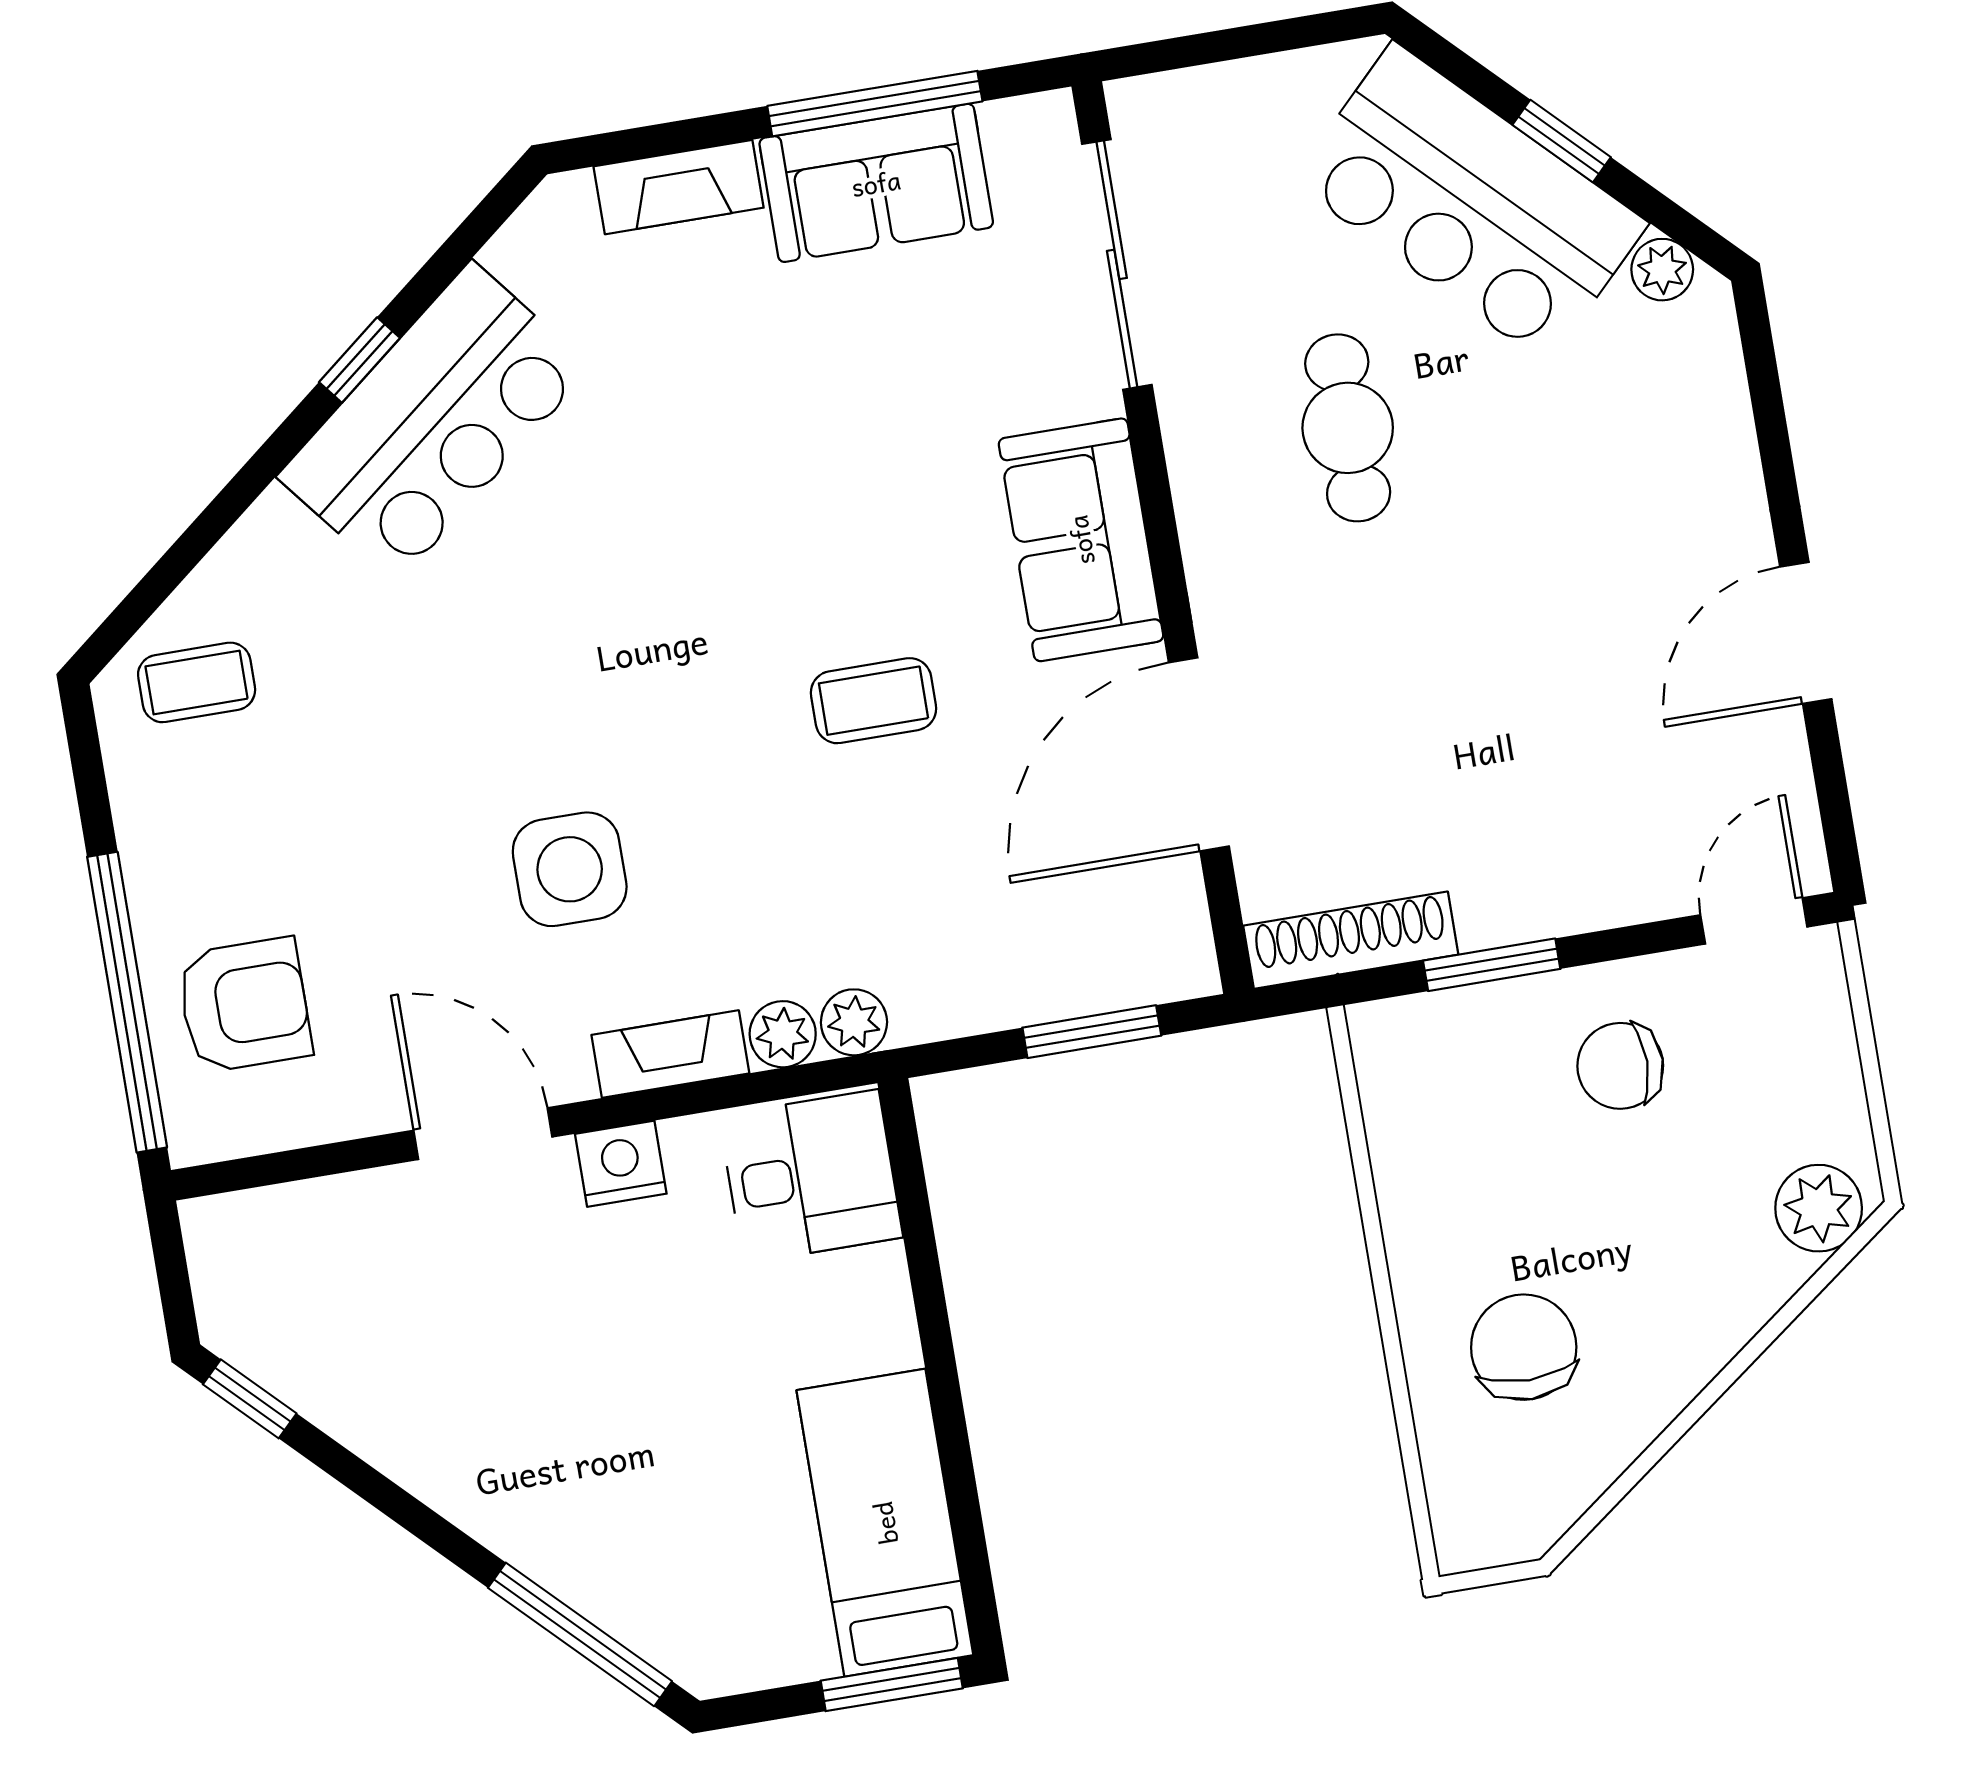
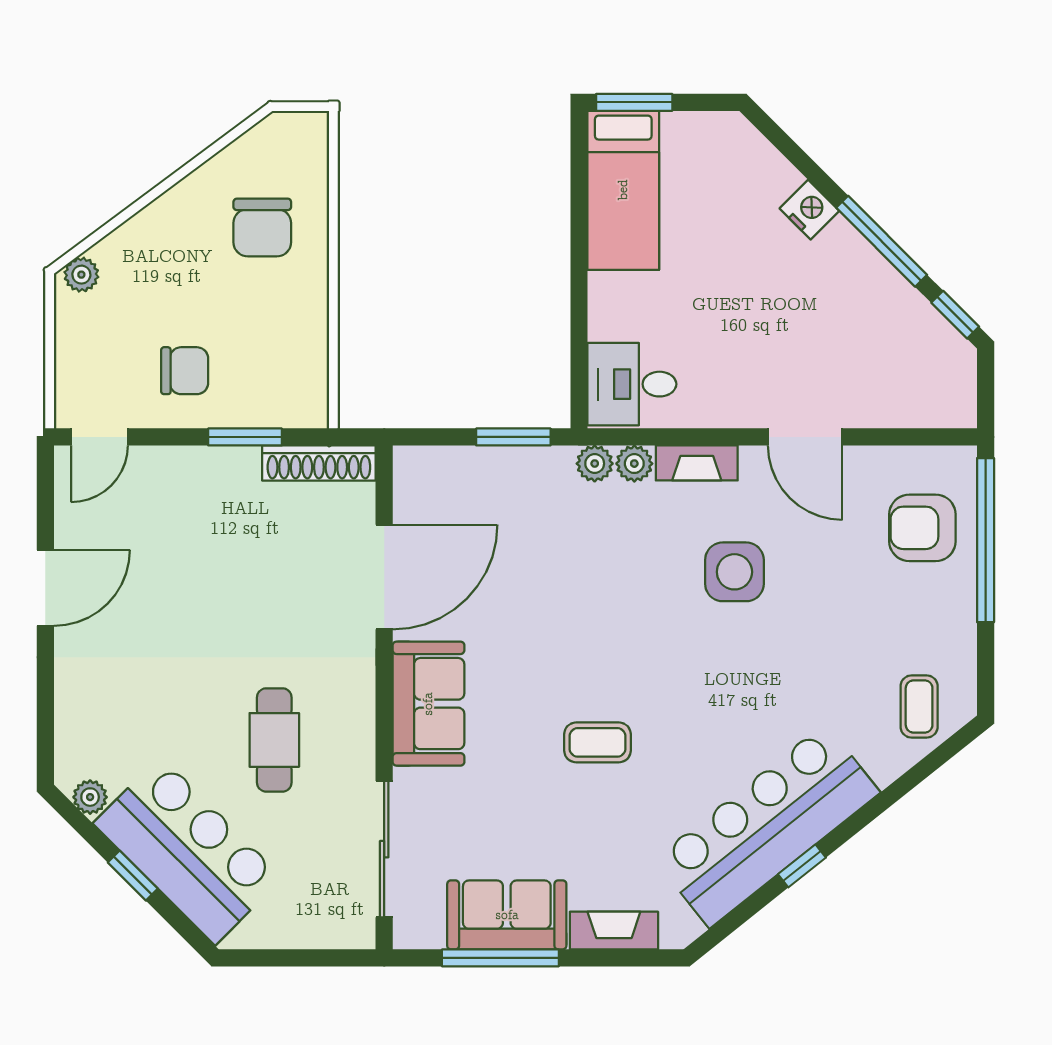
bar counter: (434, 422) -> (767, 826), width x1.36
coffee table: (197, 682) -> (919, 707), turned 90
coffee table: (874, 701) -> (597, 742), moved
window: (1092, 1032) -> (513, 437), moved
nightstand: (621, 1164) -> (809, 210), moved, turned -135
plant: (1819, 1208) -> (81, 275), width x0.73, depth x0.73
window: (580, 1634) -> (882, 241), moved

